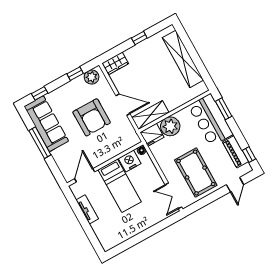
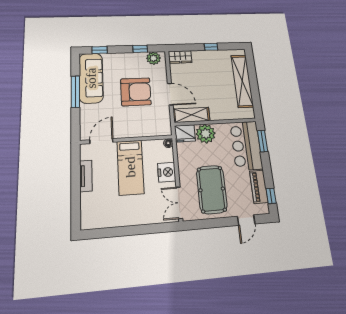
armchair: (92, 117) -> (136, 92), turned -90
nightstand: (130, 161) -> (167, 172), moved, turned 90

